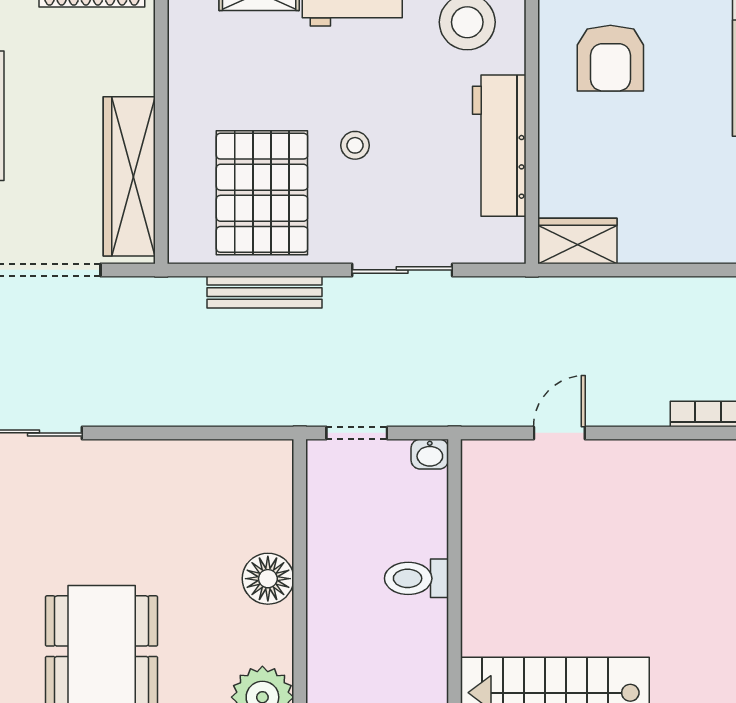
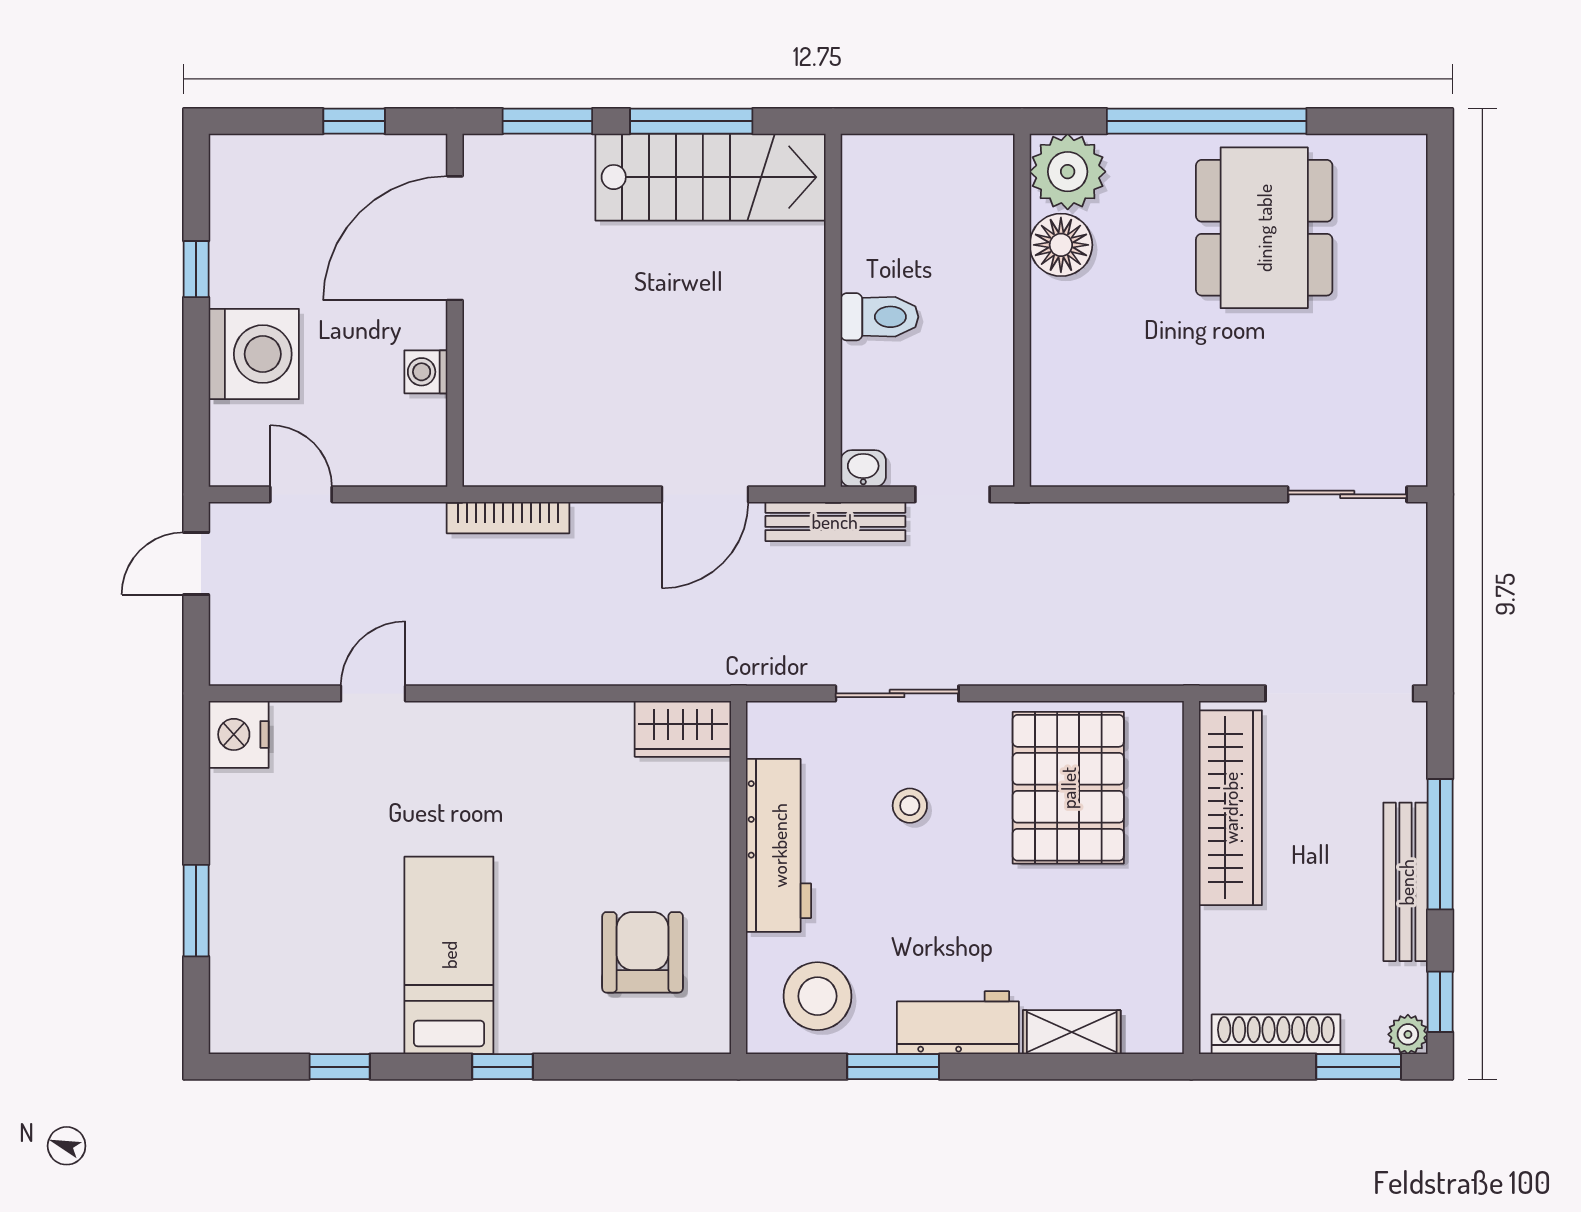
stool: (355, 145) -> (910, 806), moved
bench: (265, 292) -> (835, 521), moved
door: (559, 433) -> (705, 494), width x1.38
floor lamp: (268, 579) -> (1061, 245), moved

